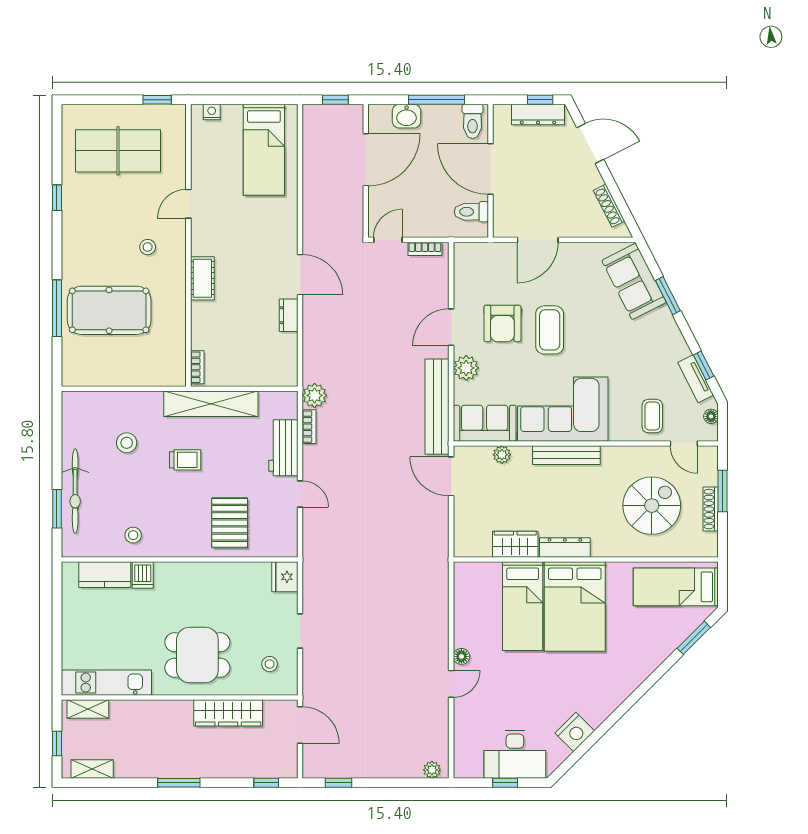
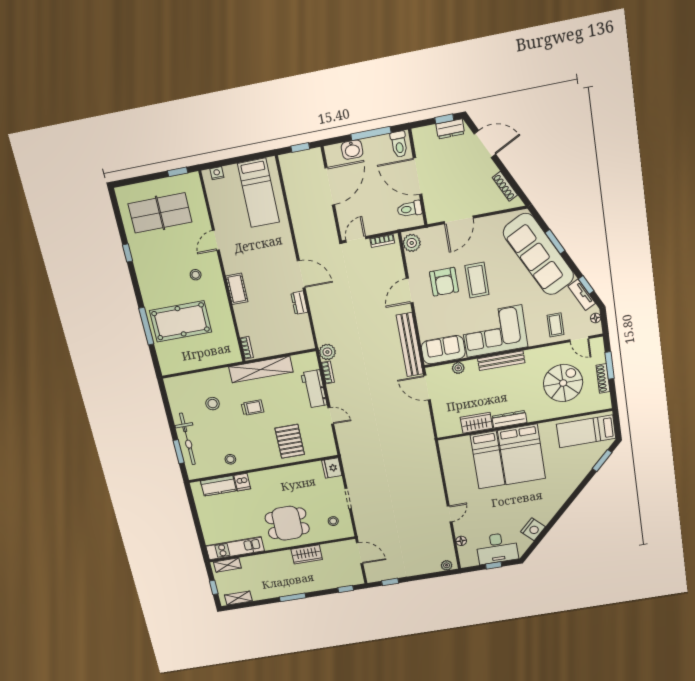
dresser: (538, 114) -> (450, 129), width x0.70
sofa: (634, 281) -> (539, 254), width x1.85, depth x1.27
plant: (466, 368) -> (412, 243), moved
floor lamp: (461, 656) -> (461, 541), moved
wardrobe: (228, 713) -> (307, 554), width x0.67

